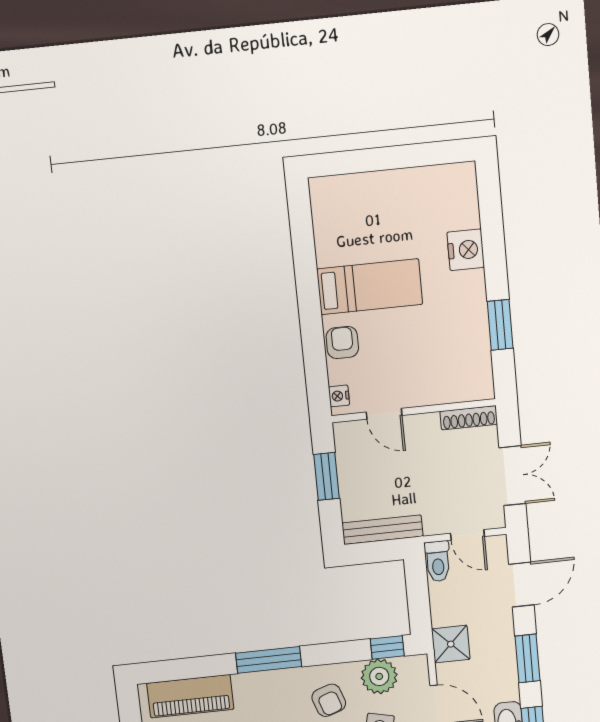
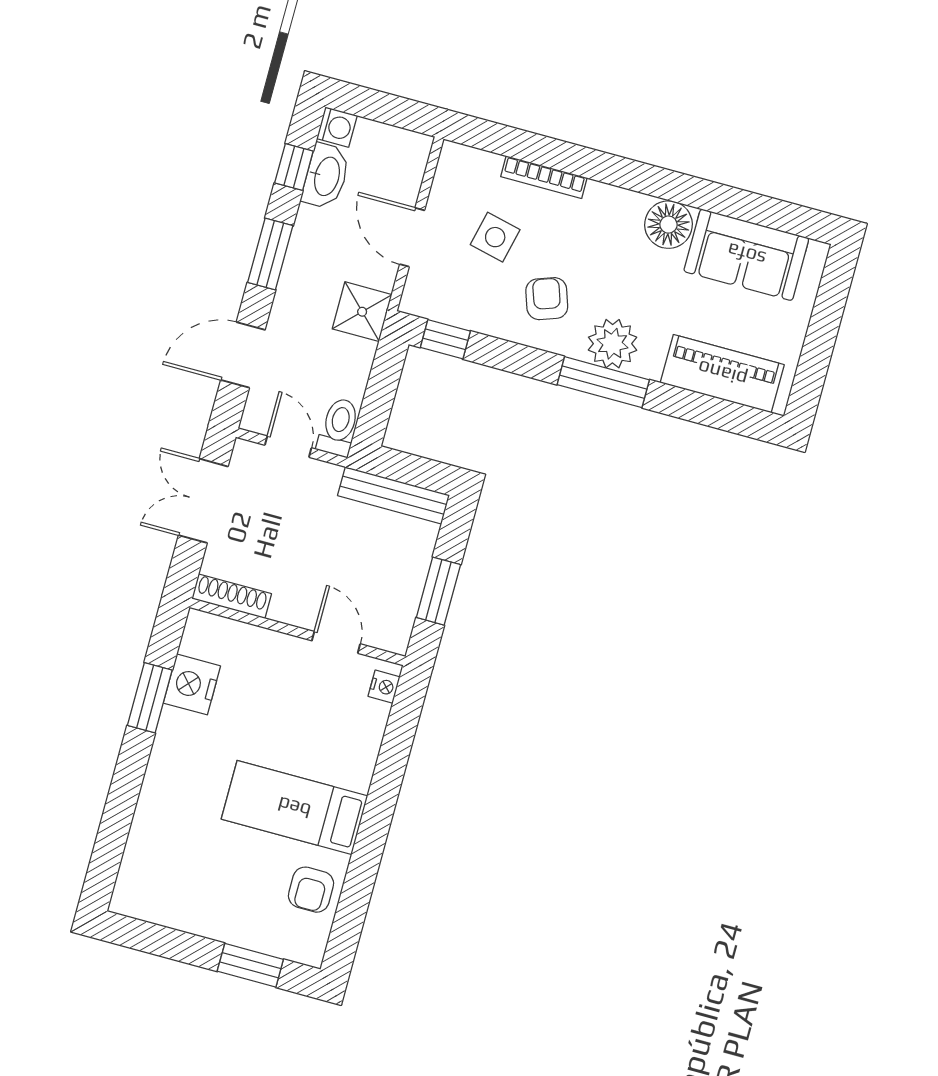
window: (359, 161) -> (250, 965), added
nightstand: (466, 250) -> (192, 684), moved
armchair: (342, 343) -> (311, 890), moved
plant: (379, 676) -> (613, 344), moved

